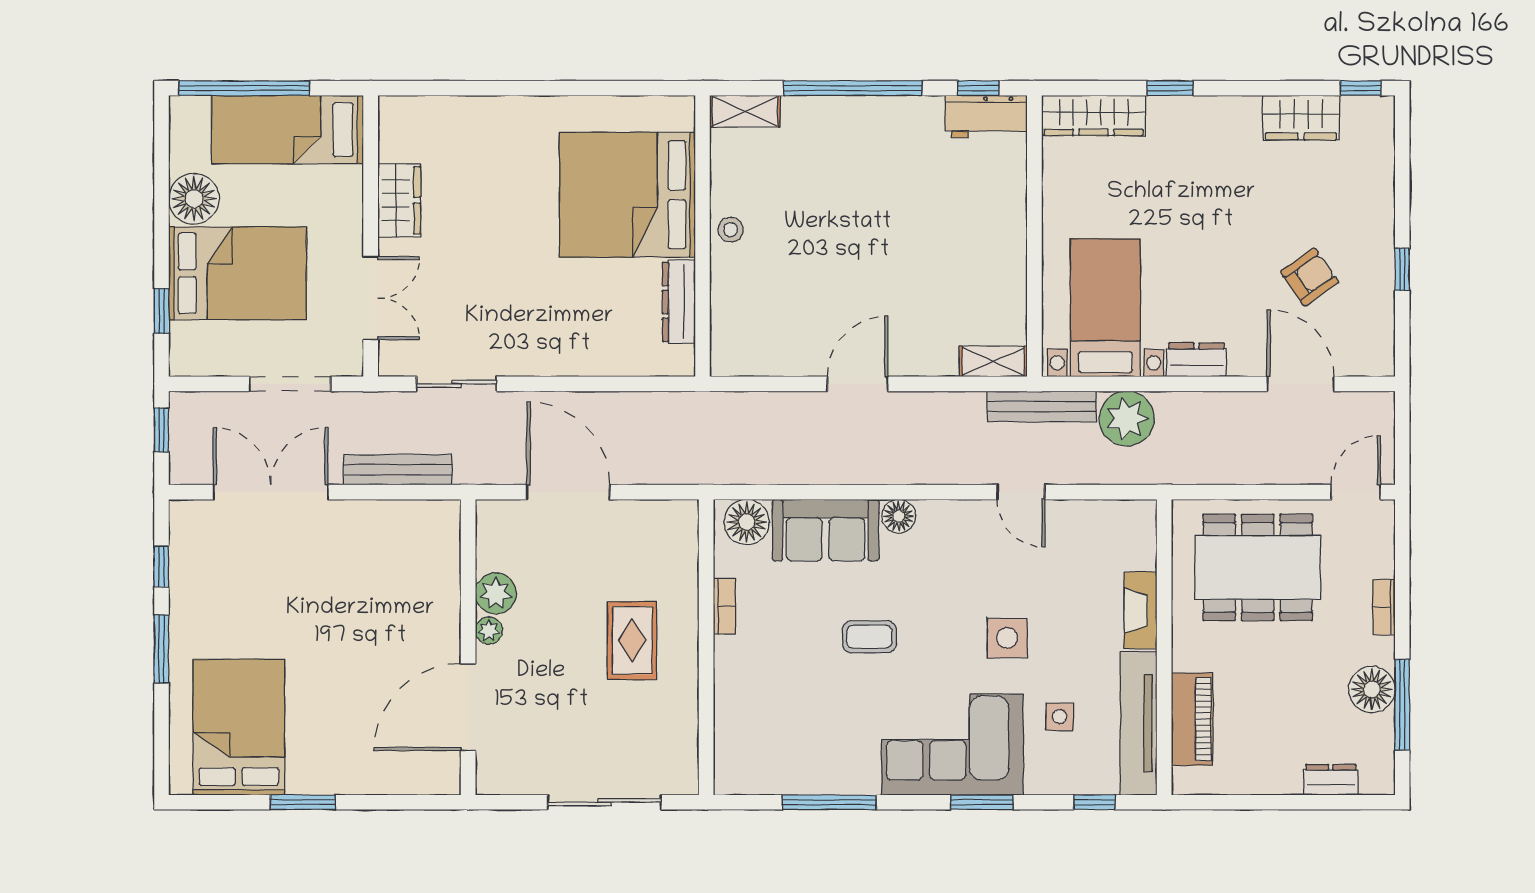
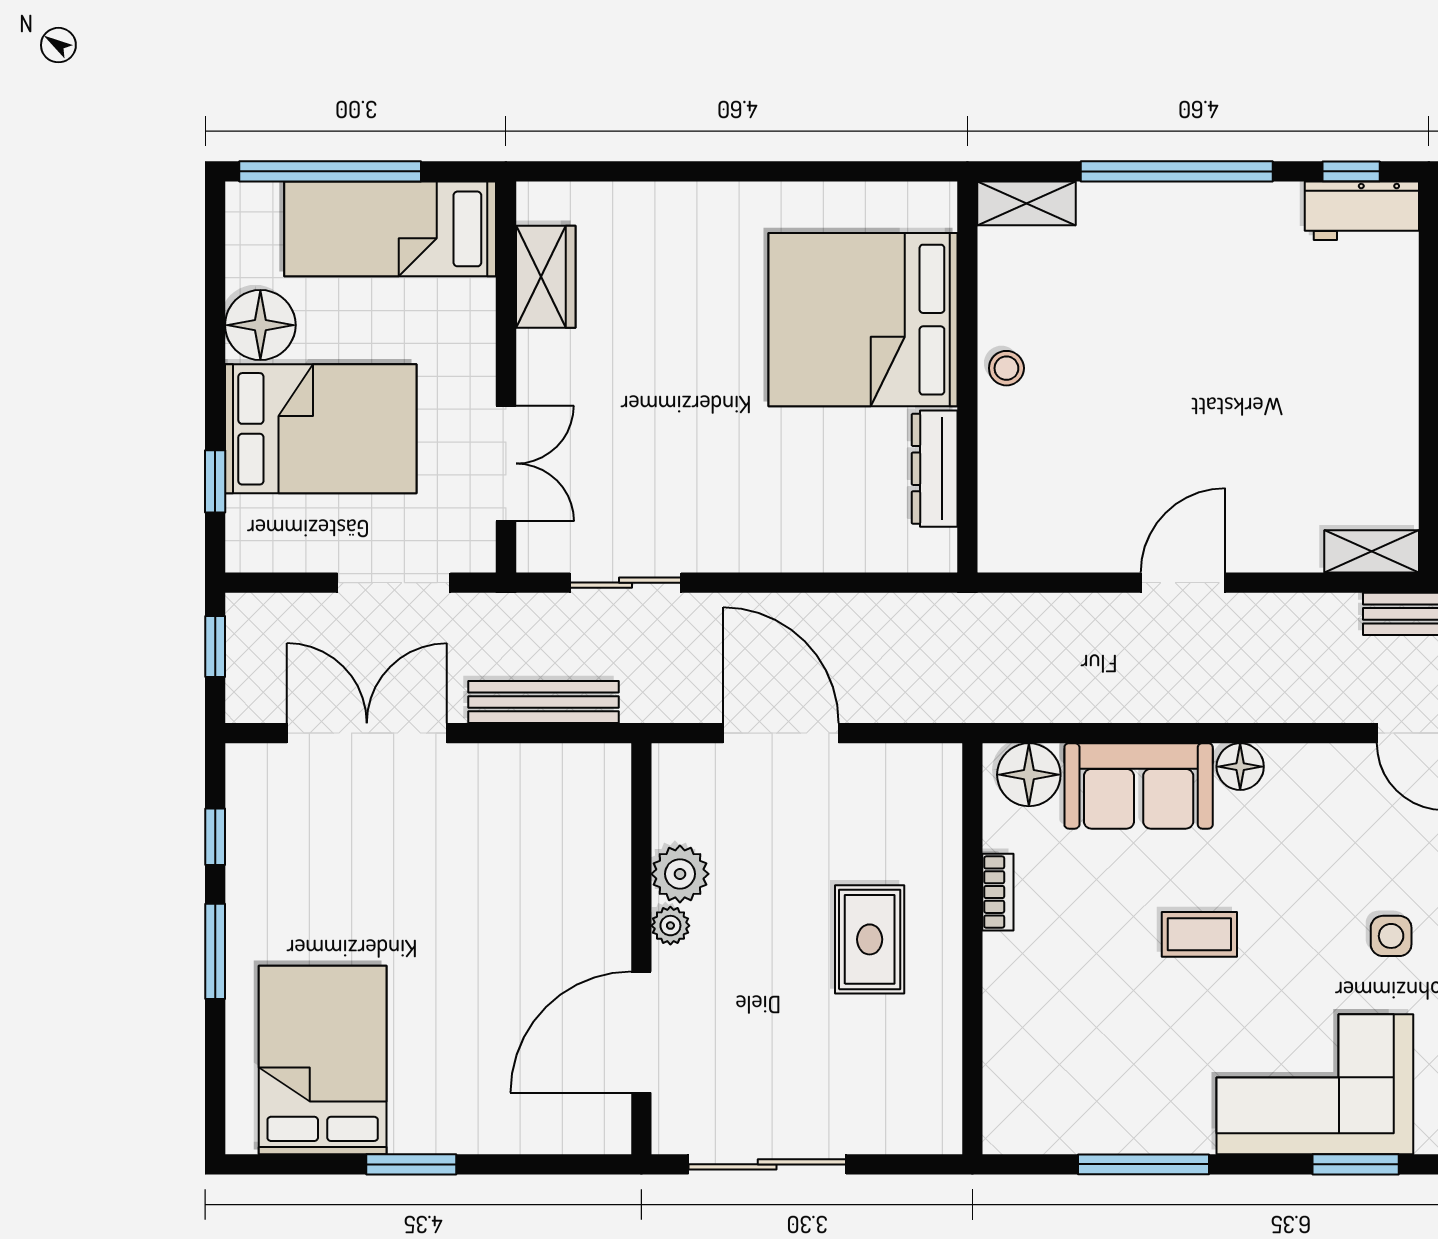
wardrobe: (399, 200) -> (546, 277), moved
side table: (1007, 638) -> (1391, 936), width x0.73, depth x0.73
sliding door: (604, 802) -> (767, 1164), moved

